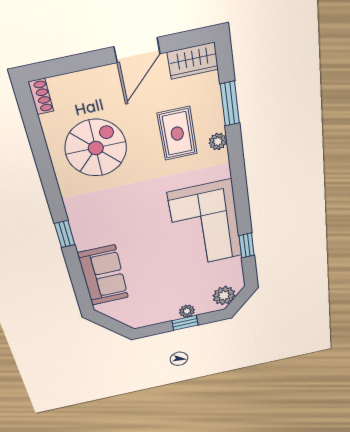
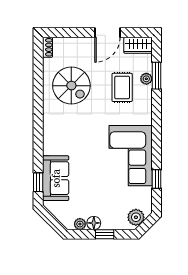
plant: (218, 141) -> (146, 79), moved
spiral stairs: (96, 148) -> (71, 86), turned 90
window: (65, 234) -> (38, 182), moved
plant: (187, 311) -> (80, 224), moved
floor lamp: (168, 314) -> (94, 223), added

